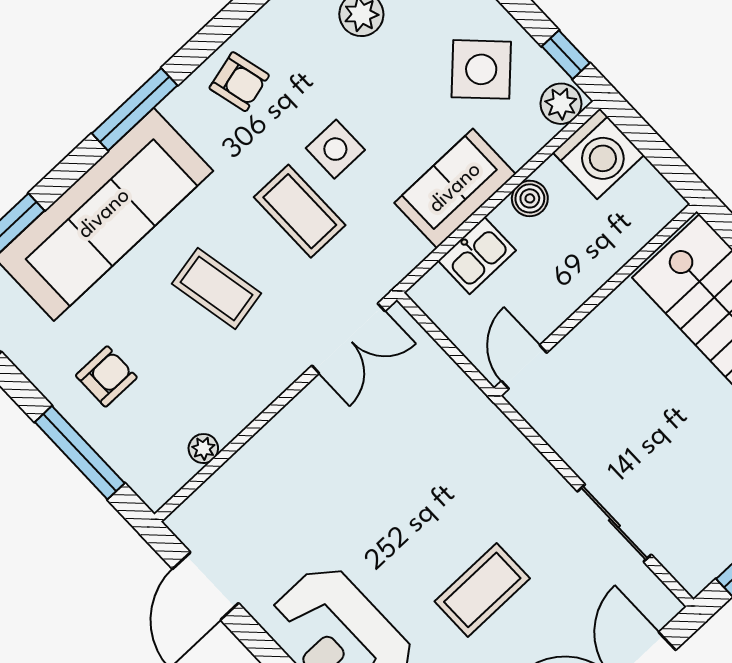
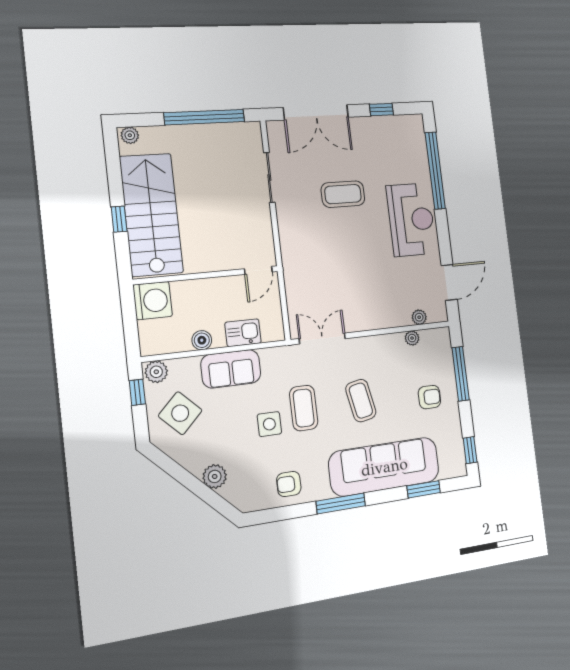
armchair: (239, 82) -> (289, 484), turned -76
washing machine: (598, 154) -> (153, 301), moved, turned 90
armchair: (106, 376) -> (429, 397), turned 180
plant: (216, 491) -> (419, 317), added

